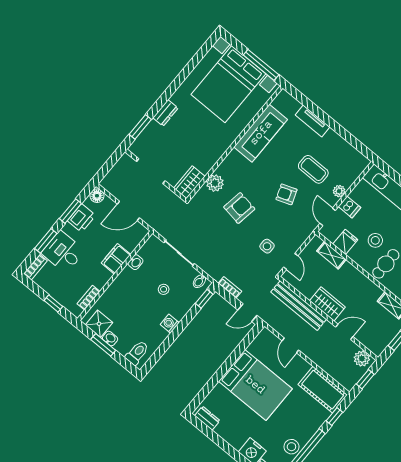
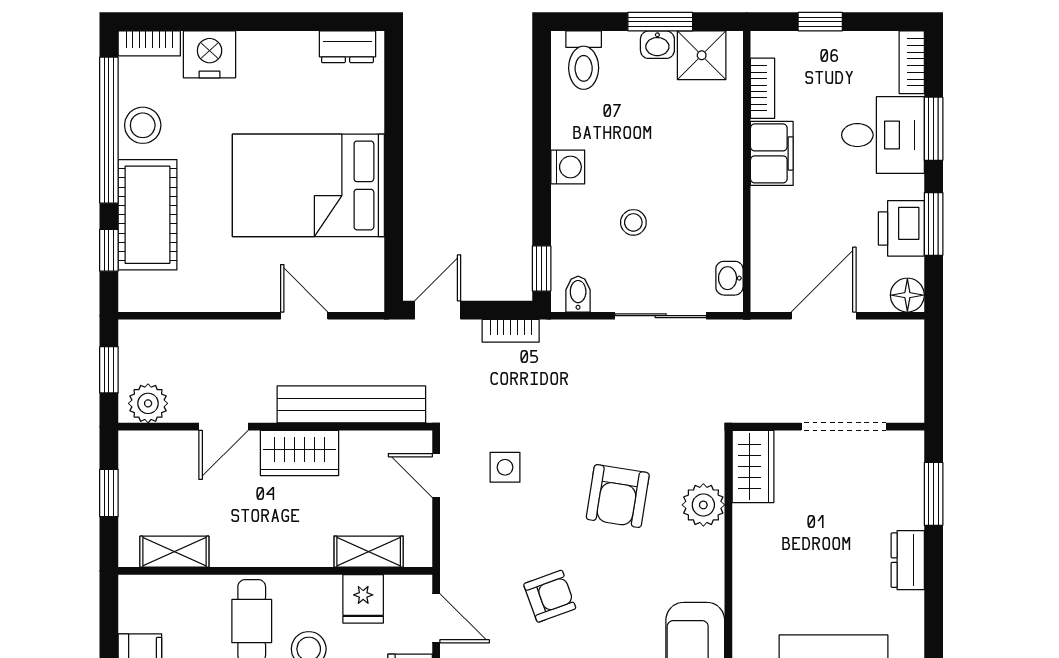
filing cabinet: (116, 259) -> (772, 153), moved
washbasin: (135, 262) -> (729, 278), moved
cot: (323, 390) -> (148, 215), moved, turned 90

